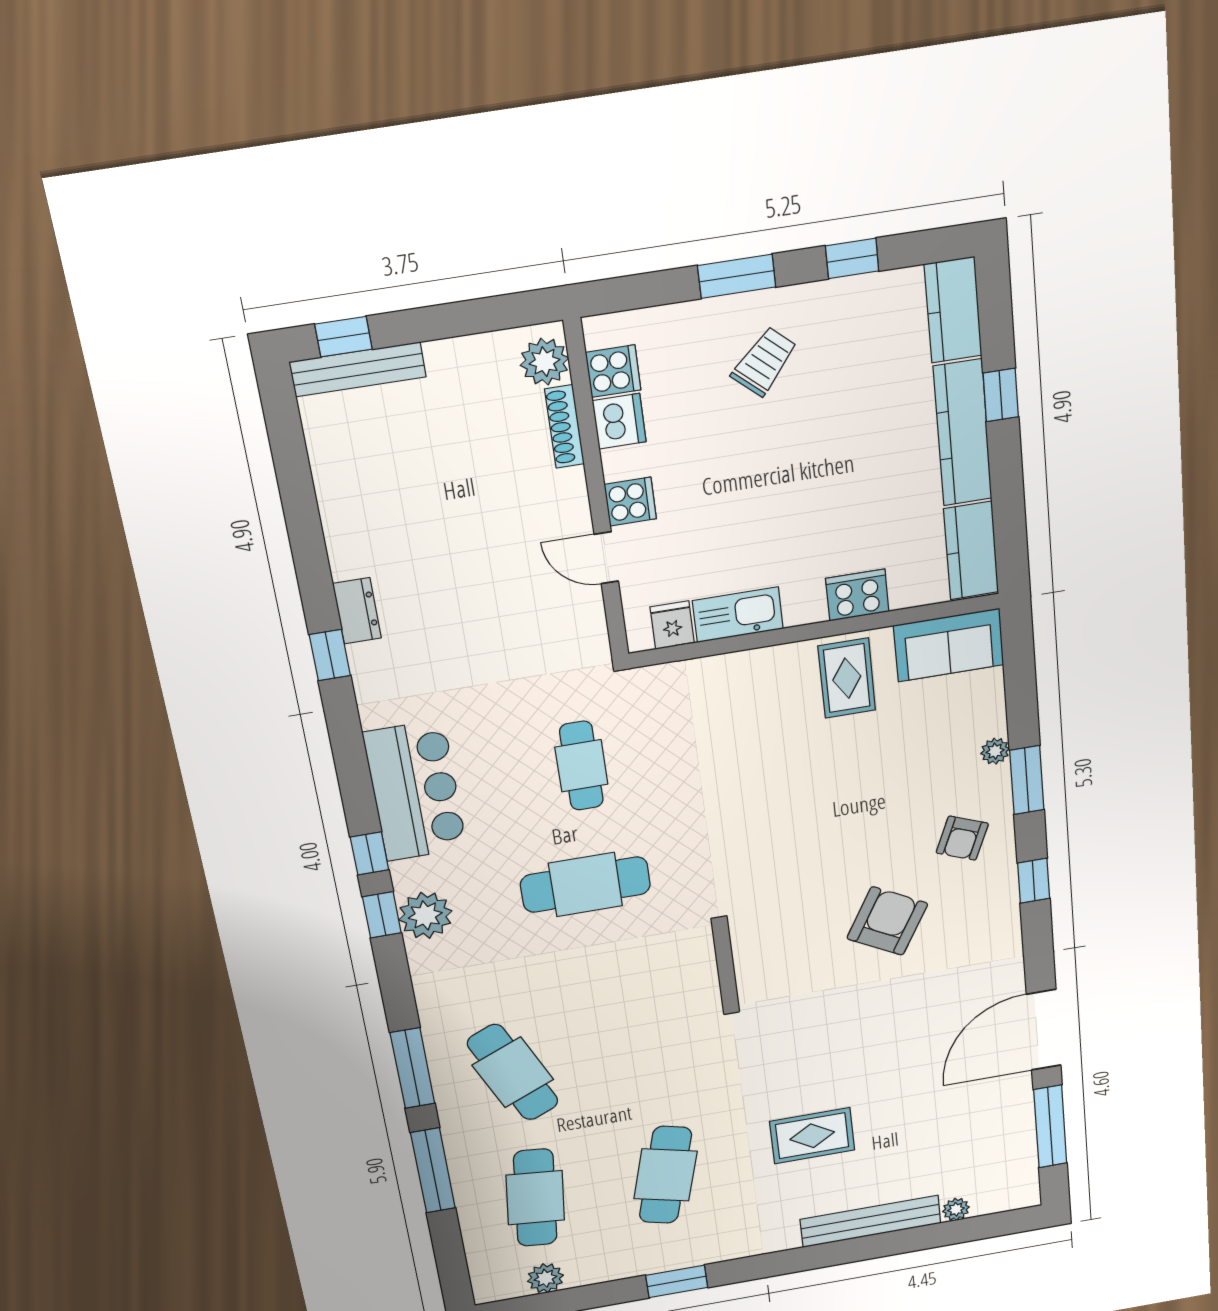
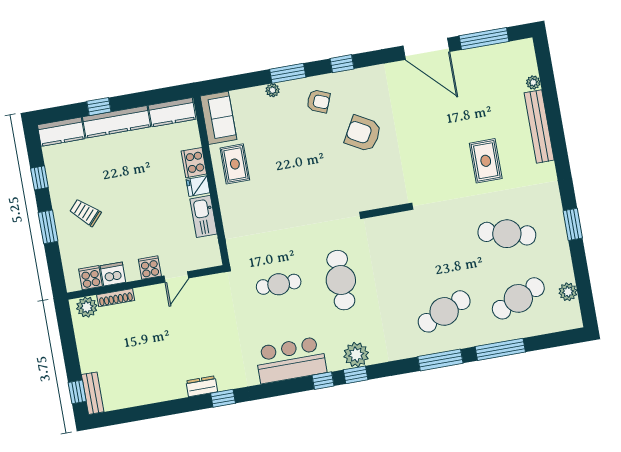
bench: (358, 369) -> (93, 393), width x0.73
fridge: (672, 625) -> (198, 186), moved
rug: (847, 678) -> (235, 164), turned 90
cafe table: (535, 1198) -> (518, 298), turned -30

